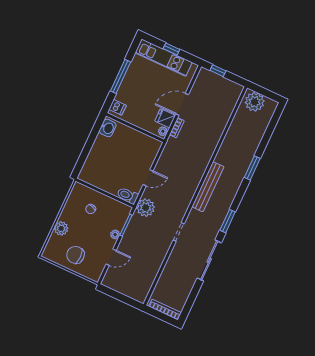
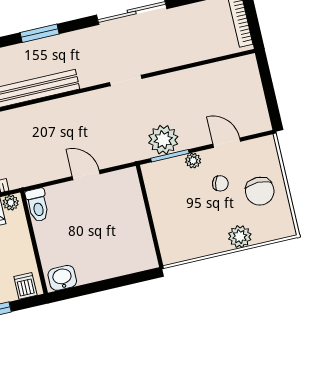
toilet: (128, 196) -> (38, 205), moved
plant: (146, 208) -> (163, 140), moved
chair: (91, 209) -> (220, 183), moved
window: (228, 221) -> (40, 33), moved

